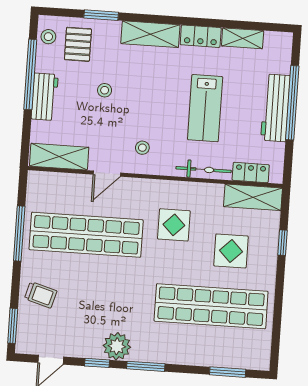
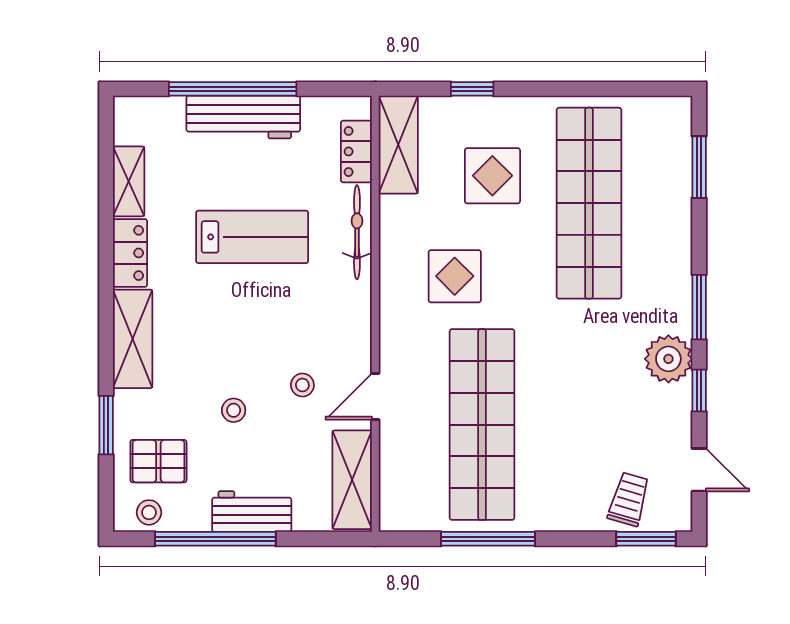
stool: (142, 148) -> (302, 385), moved
door: (107, 174) -> (375, 396), swing flipped
trolley: (41, 295) -> (629, 499), moved

